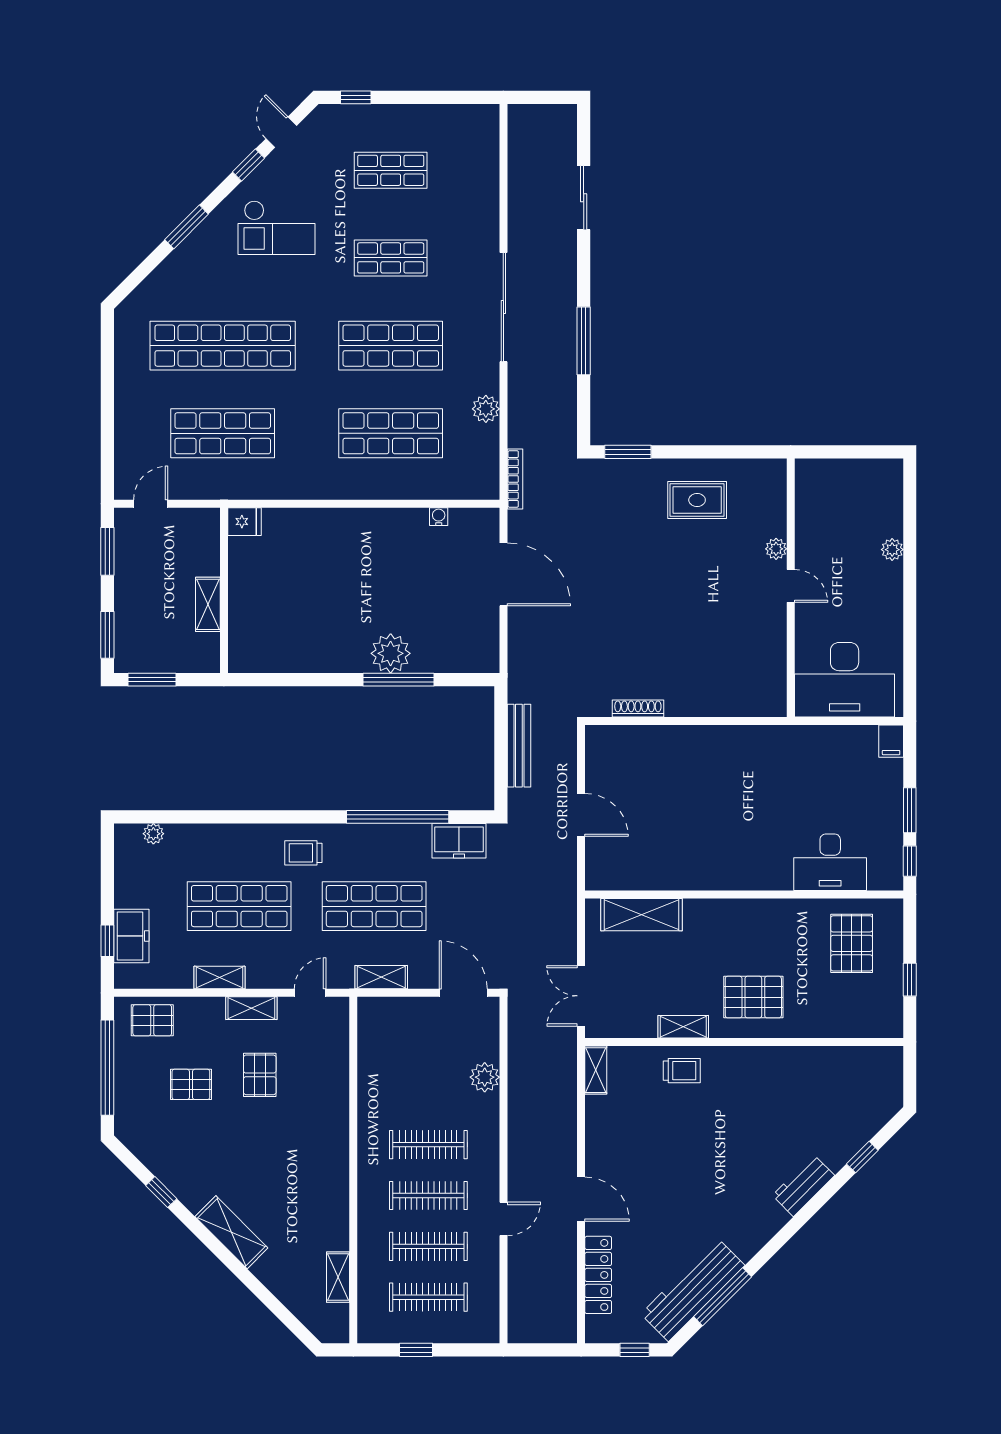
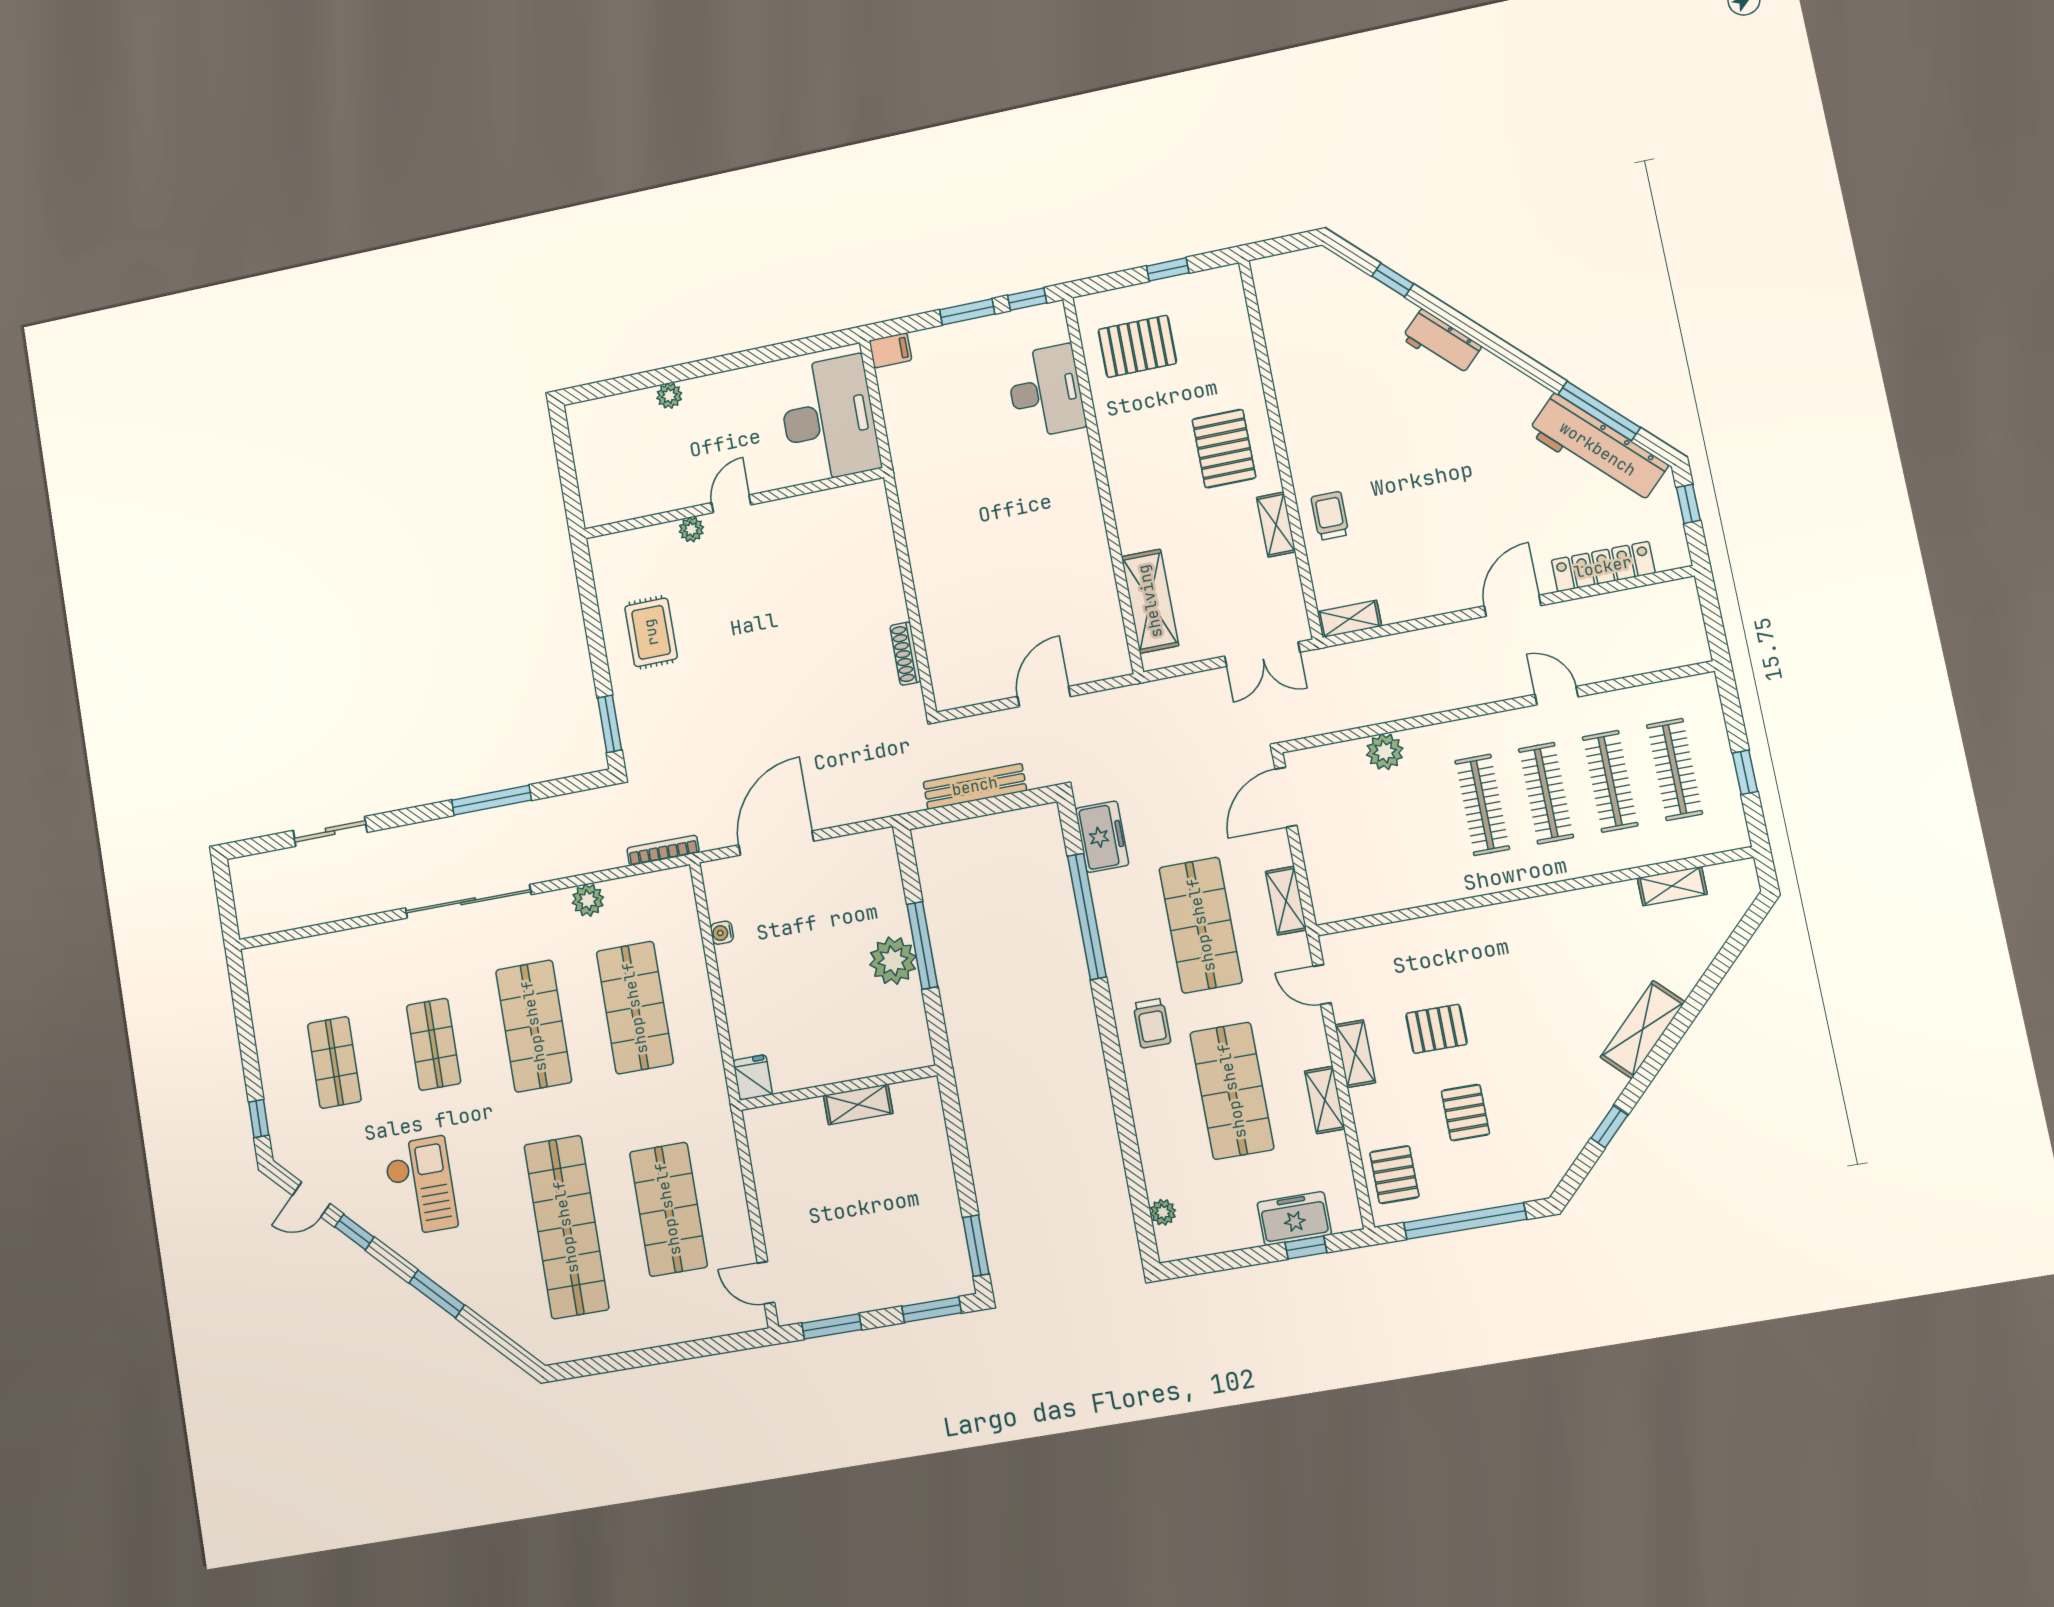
fridge: (244, 522) -> (753, 1077), moved
wall: (224, 590) -> (838, 1088), moved
shelving: (208, 604) -> (858, 1104), moved

